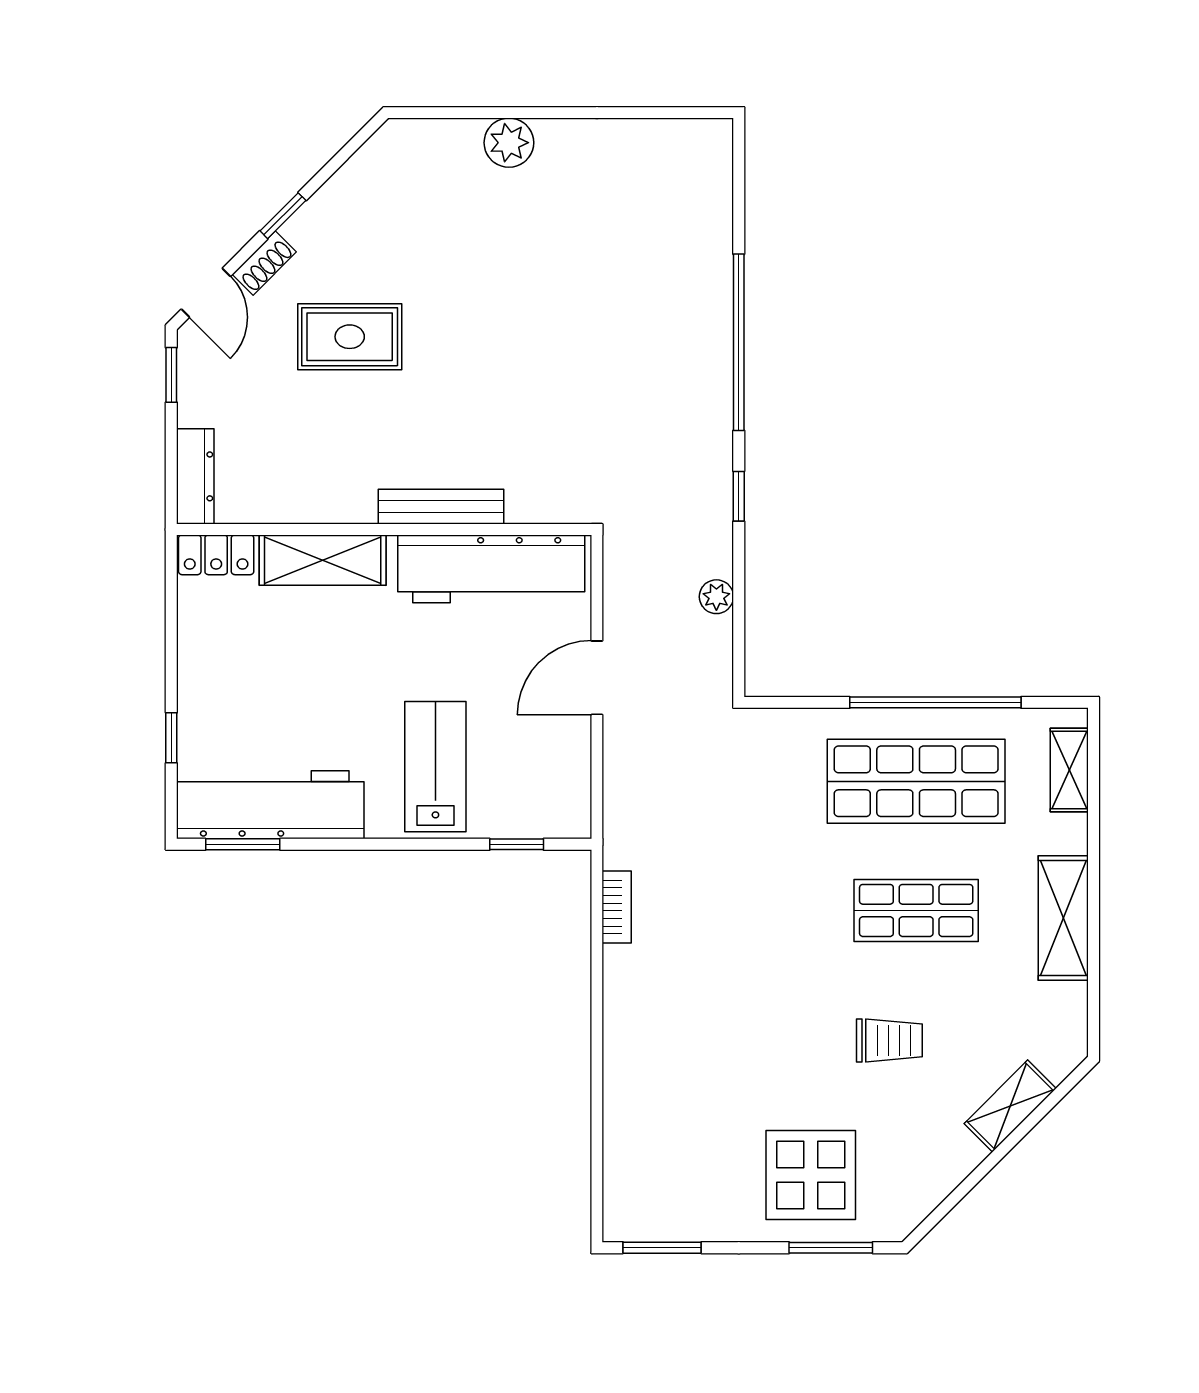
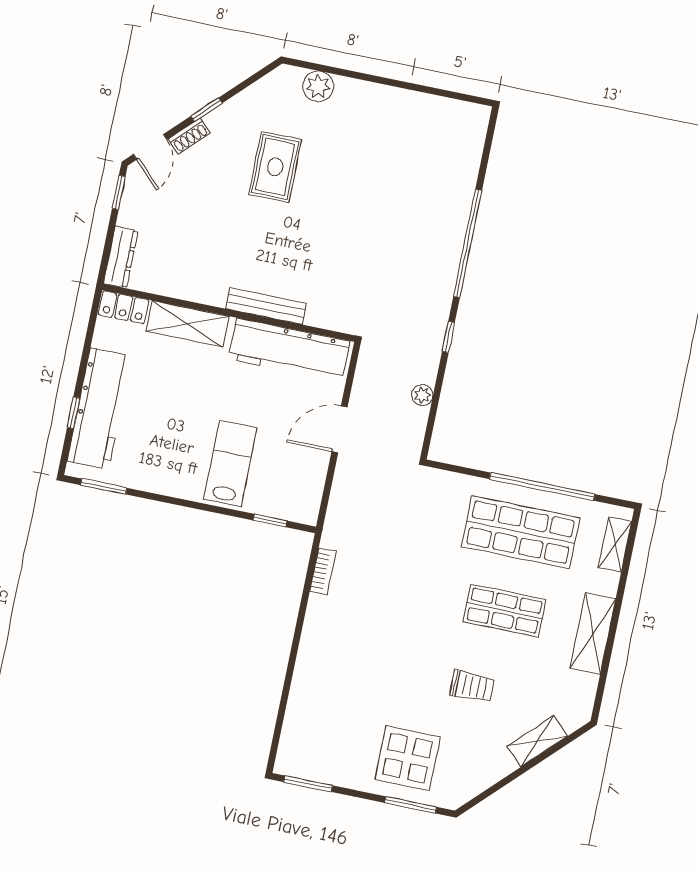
plant: (509, 143) -> (318, 86), moved
rug: (350, 337) -> (275, 167), moved, turned 90
workbench: (270, 805) -> (99, 408), moved, turned 90

